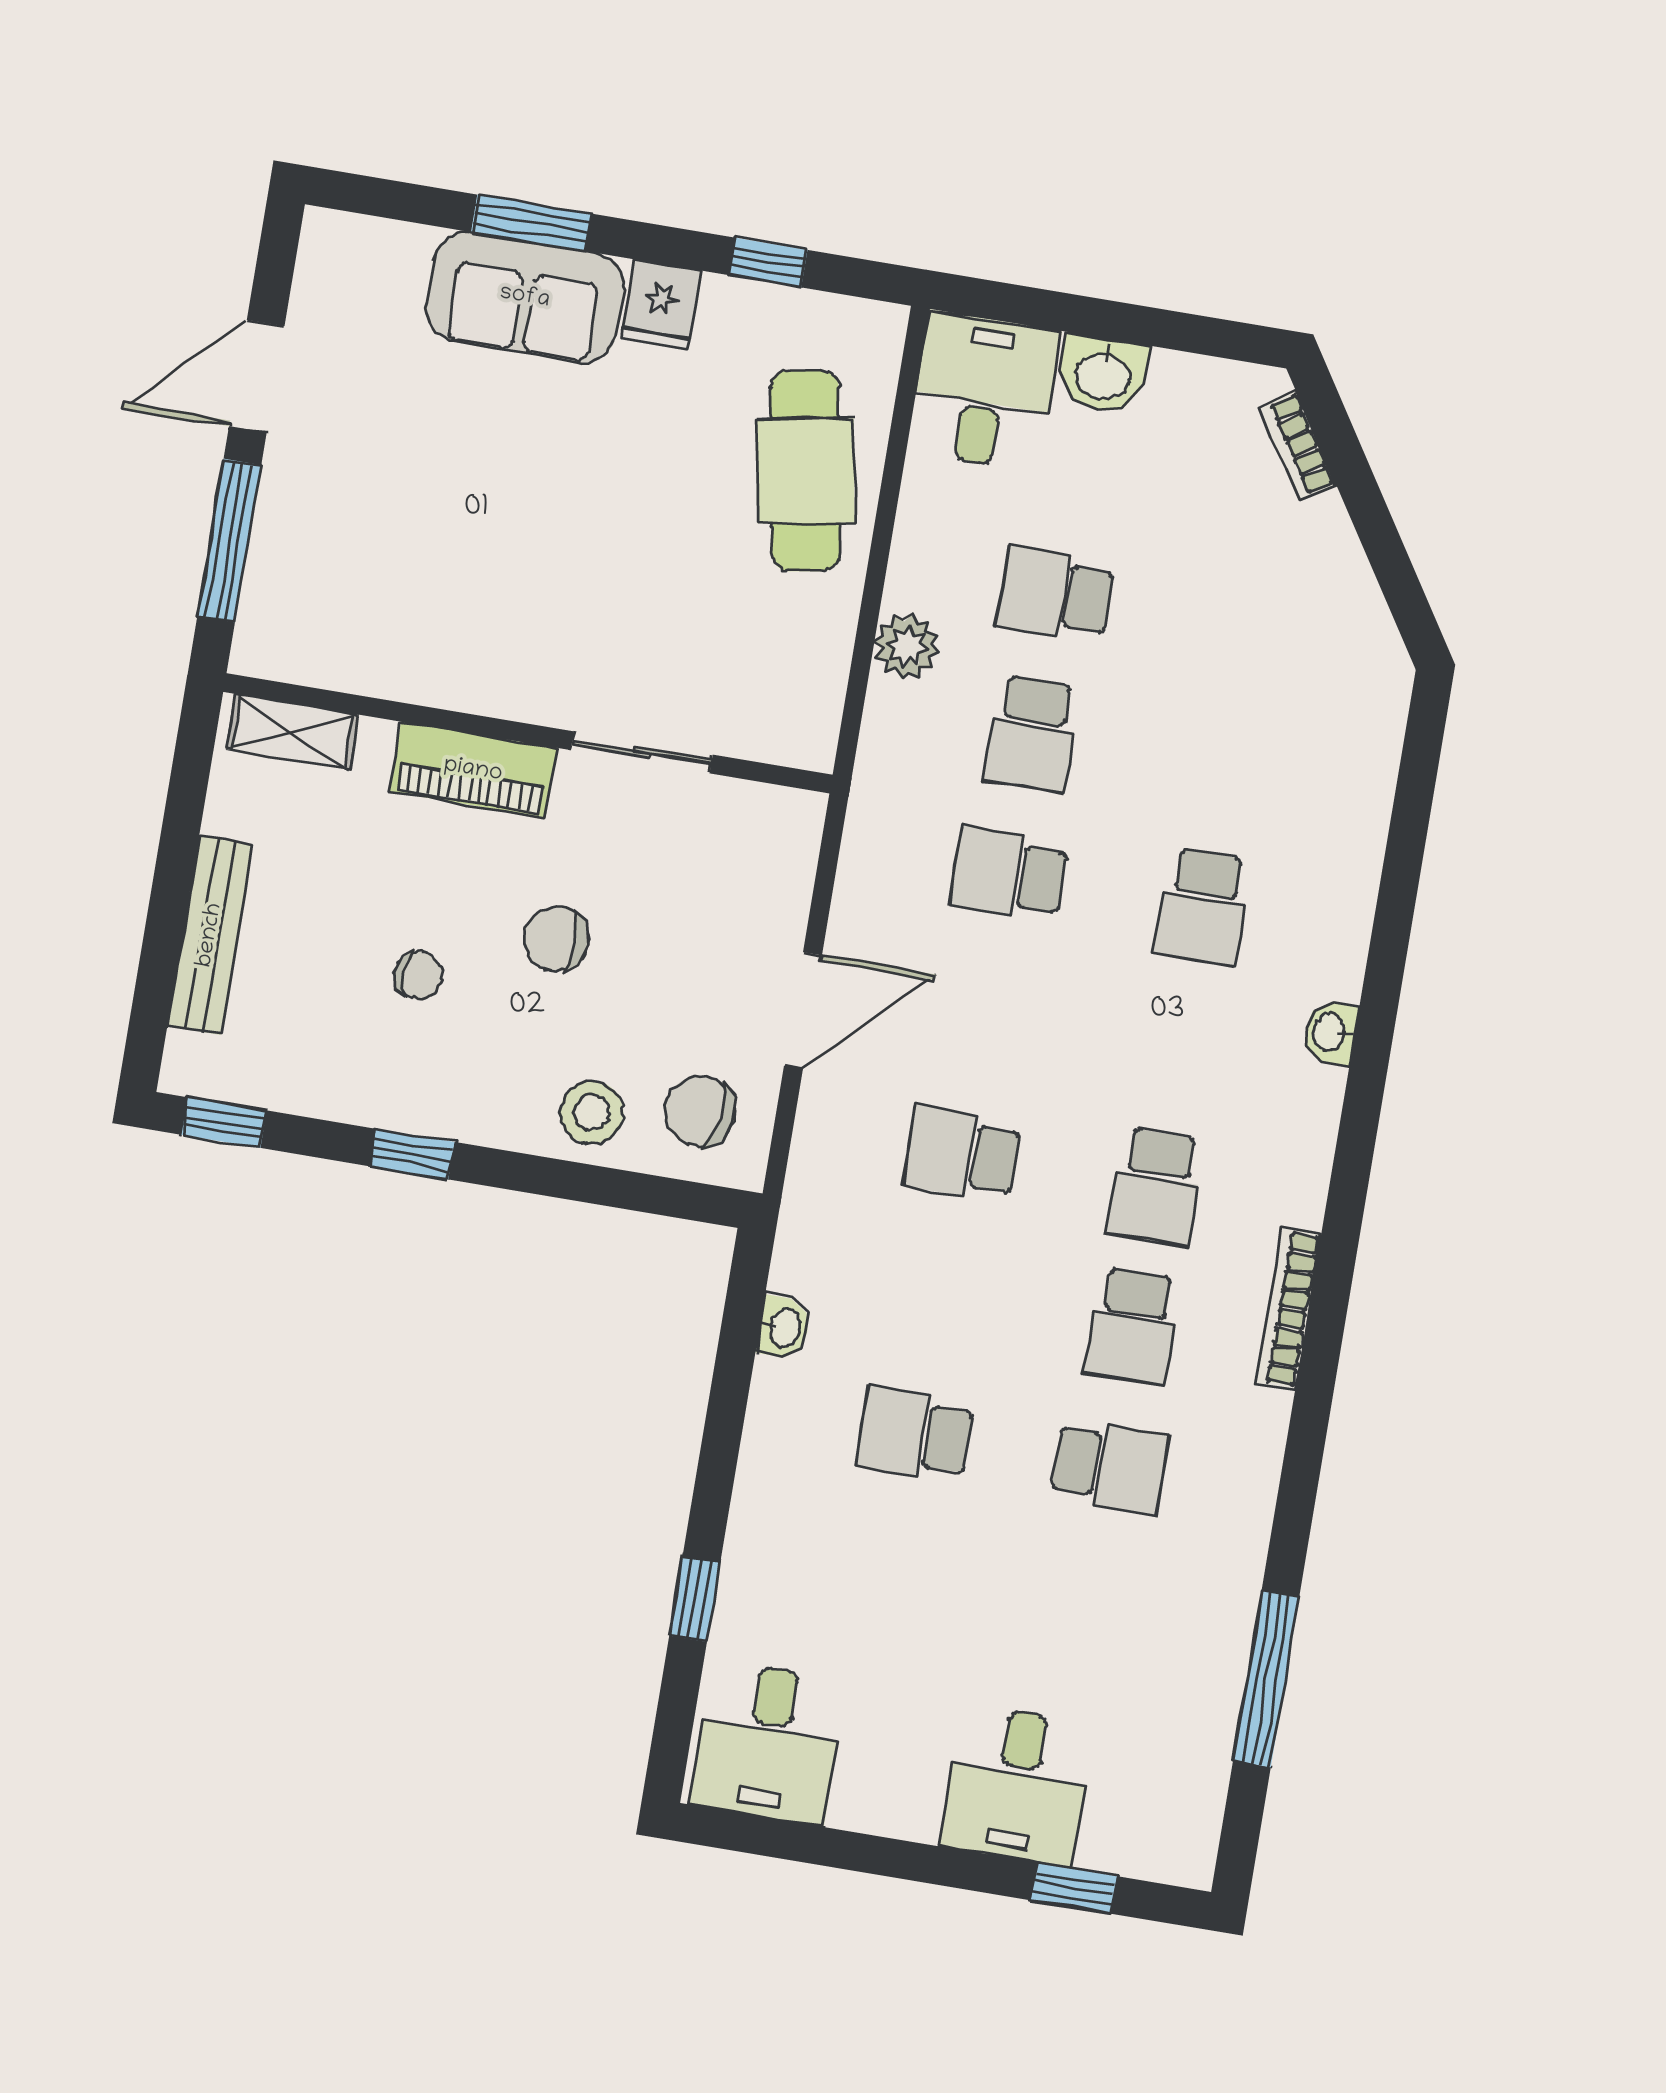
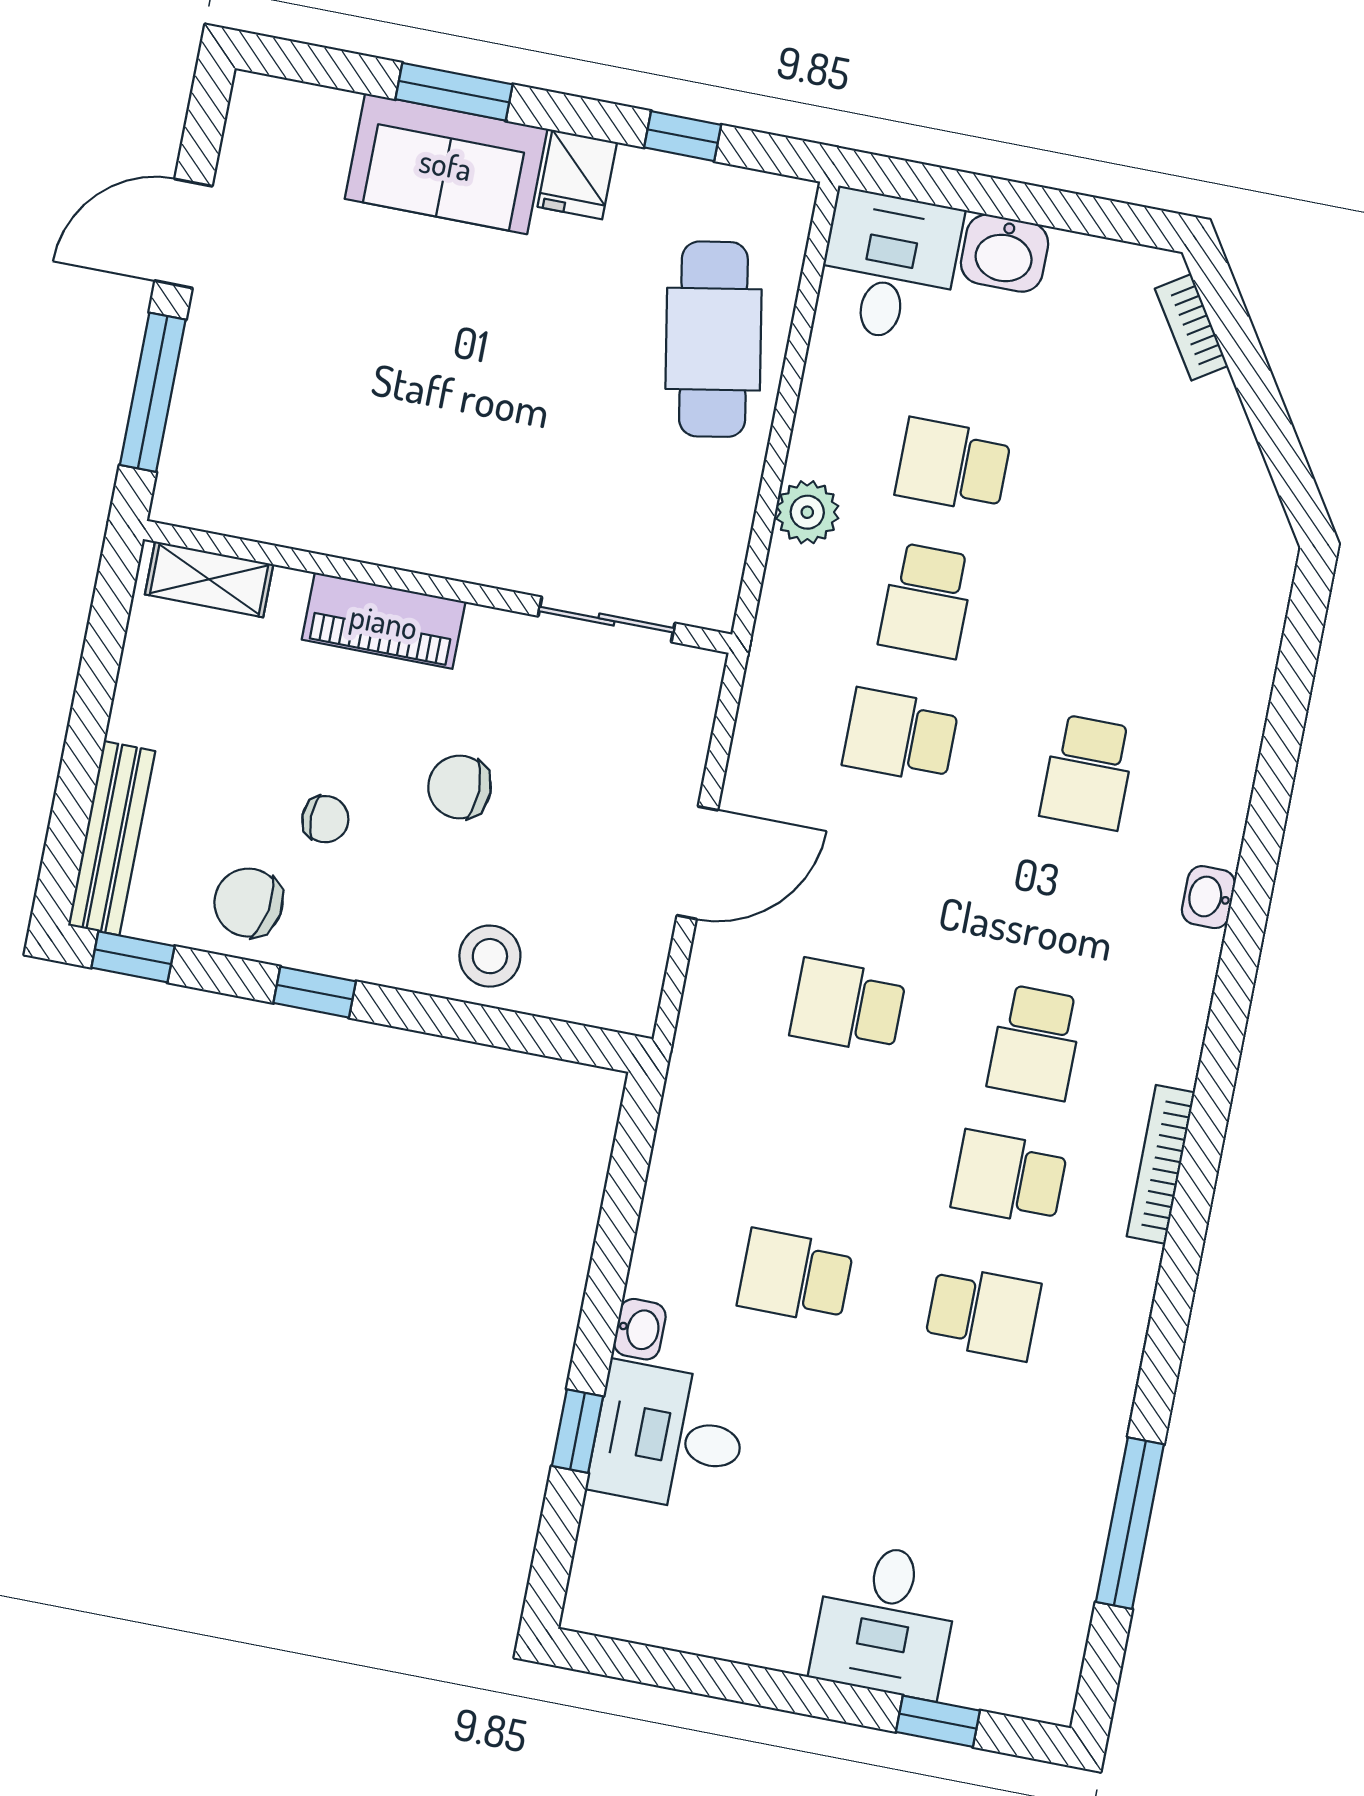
sliding door: (642, 752) -> (606, 620), moved
bench: (210, 935) -> (112, 838), moved
chair: (700, 1111) -> (248, 903), moved
washbasin: (784, 1327) -> (640, 1329), moved
school desk: (1133, 1327) -> (1009, 1178), turned 90
desk: (768, 1742) -> (669, 1437), moved, turned 90

